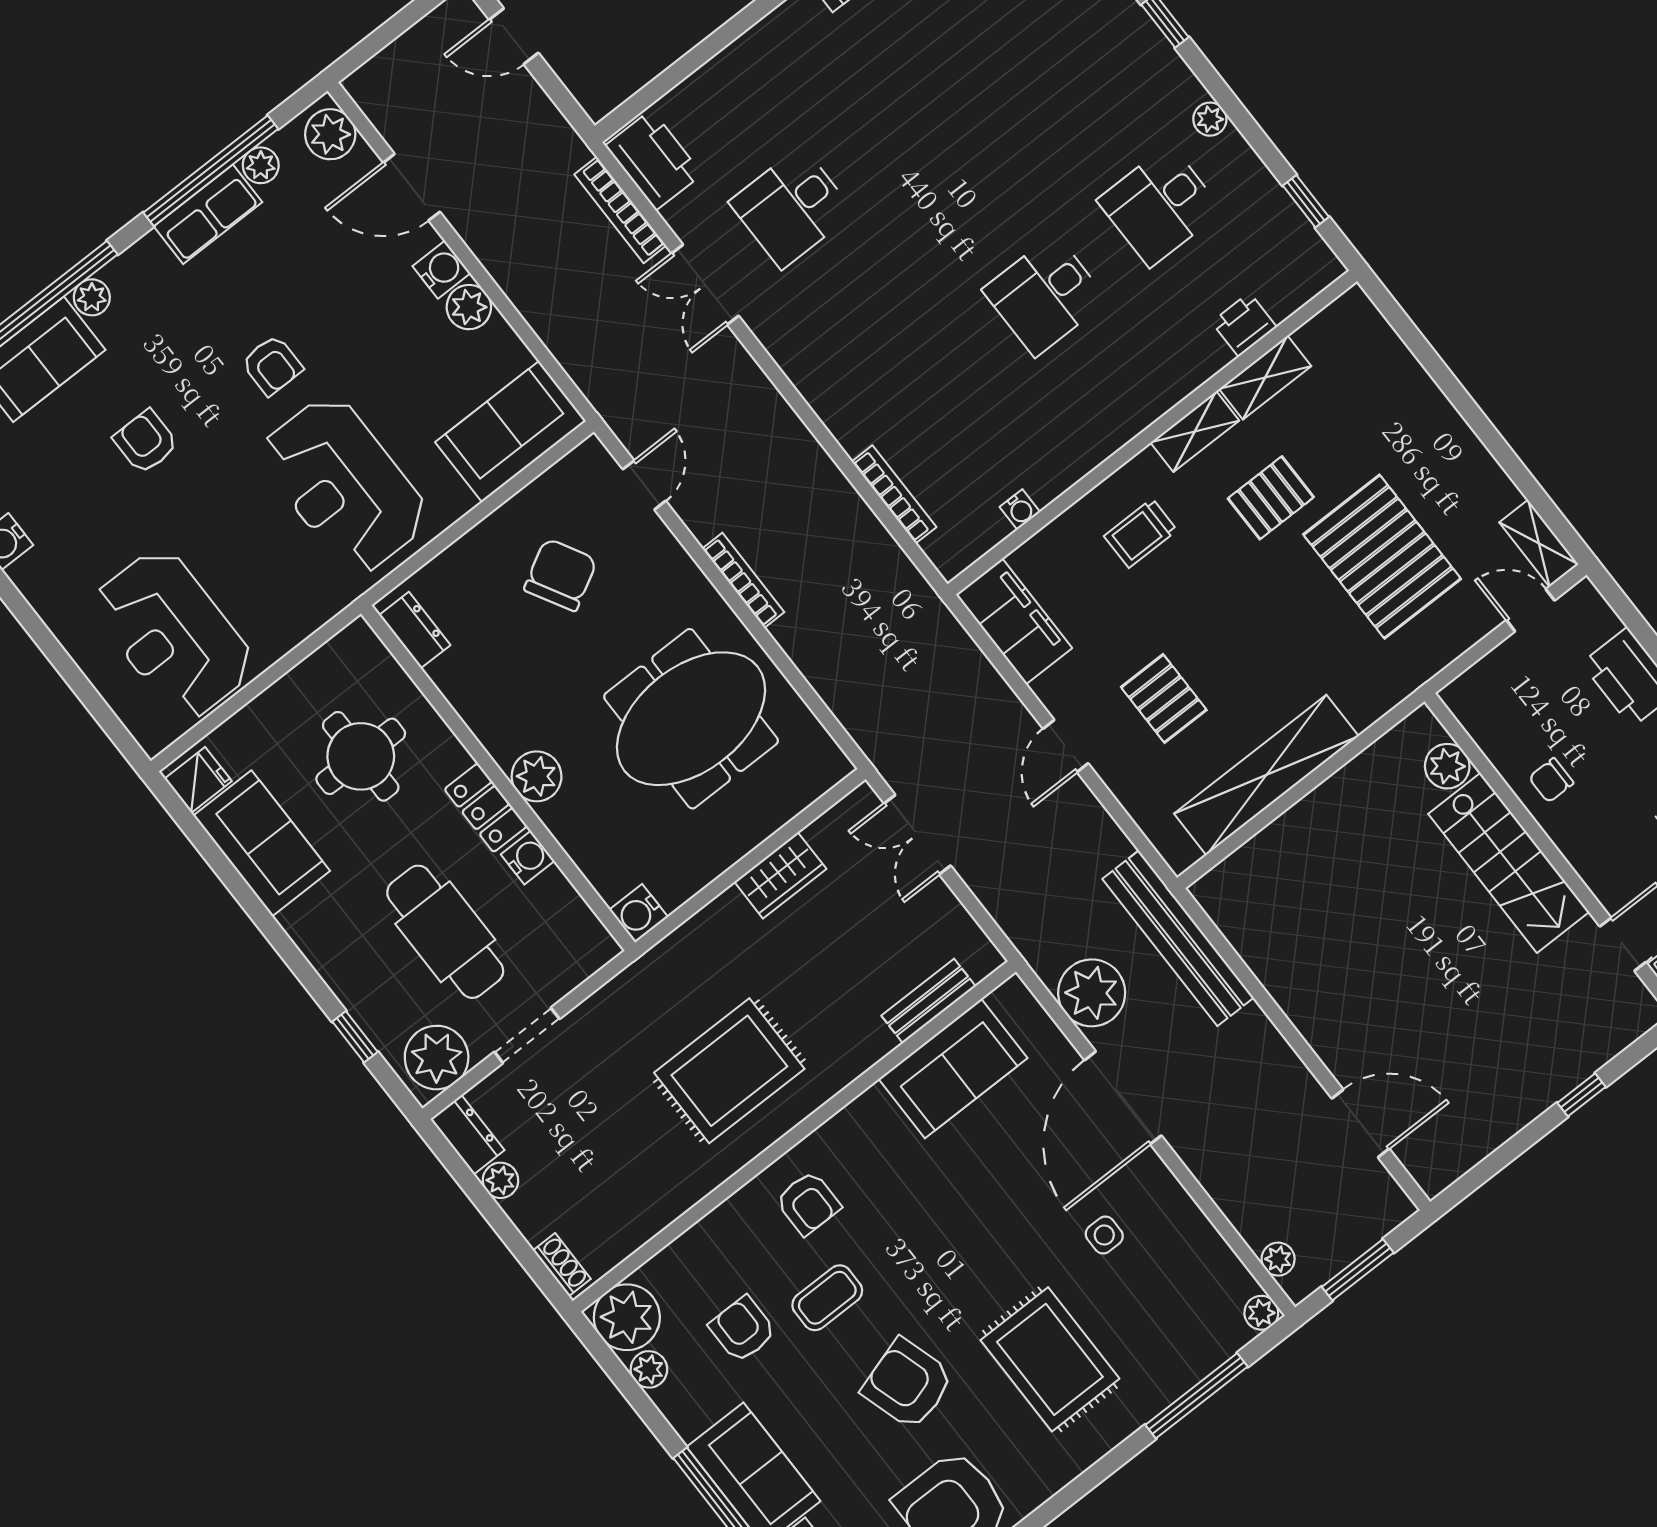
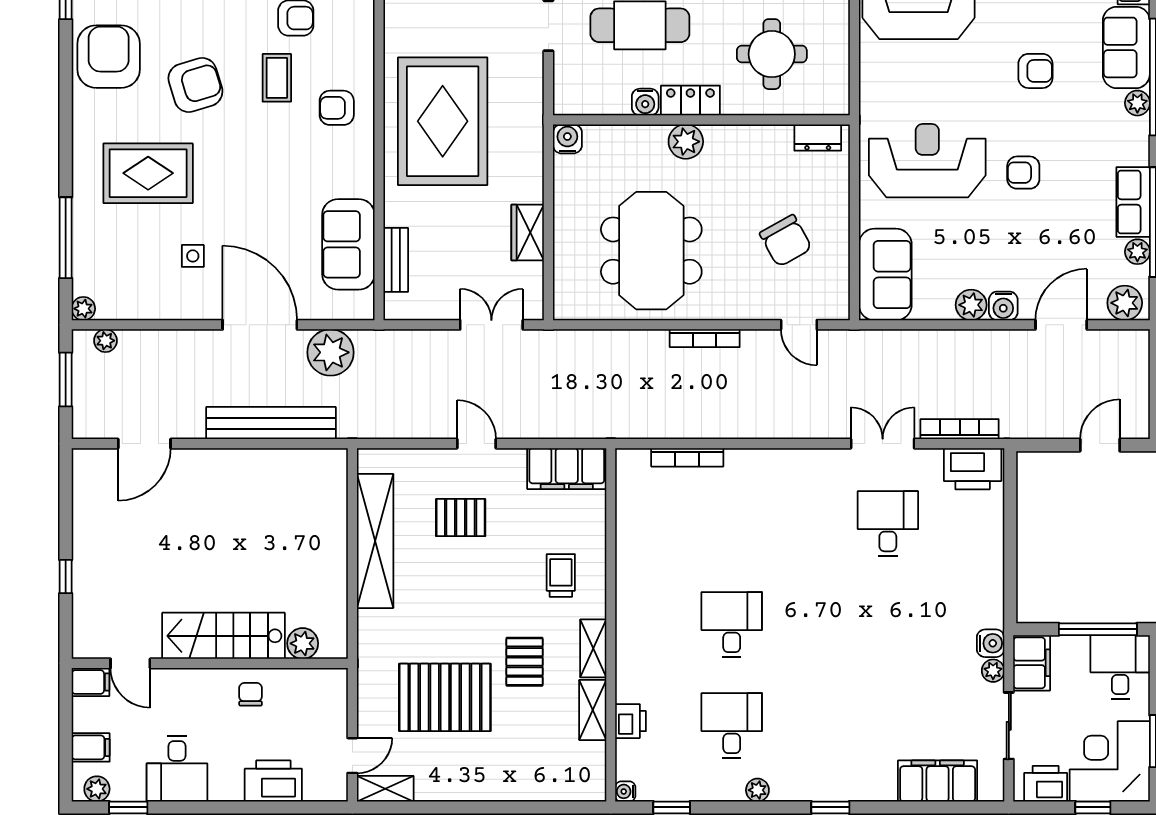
water cooler: (1020, 510) -> (625, 791), moved
bench: (1178, 938) -> (271, 423), moved
rug: (729, 1071) -> (443, 121), width x1.37, depth x1.44

